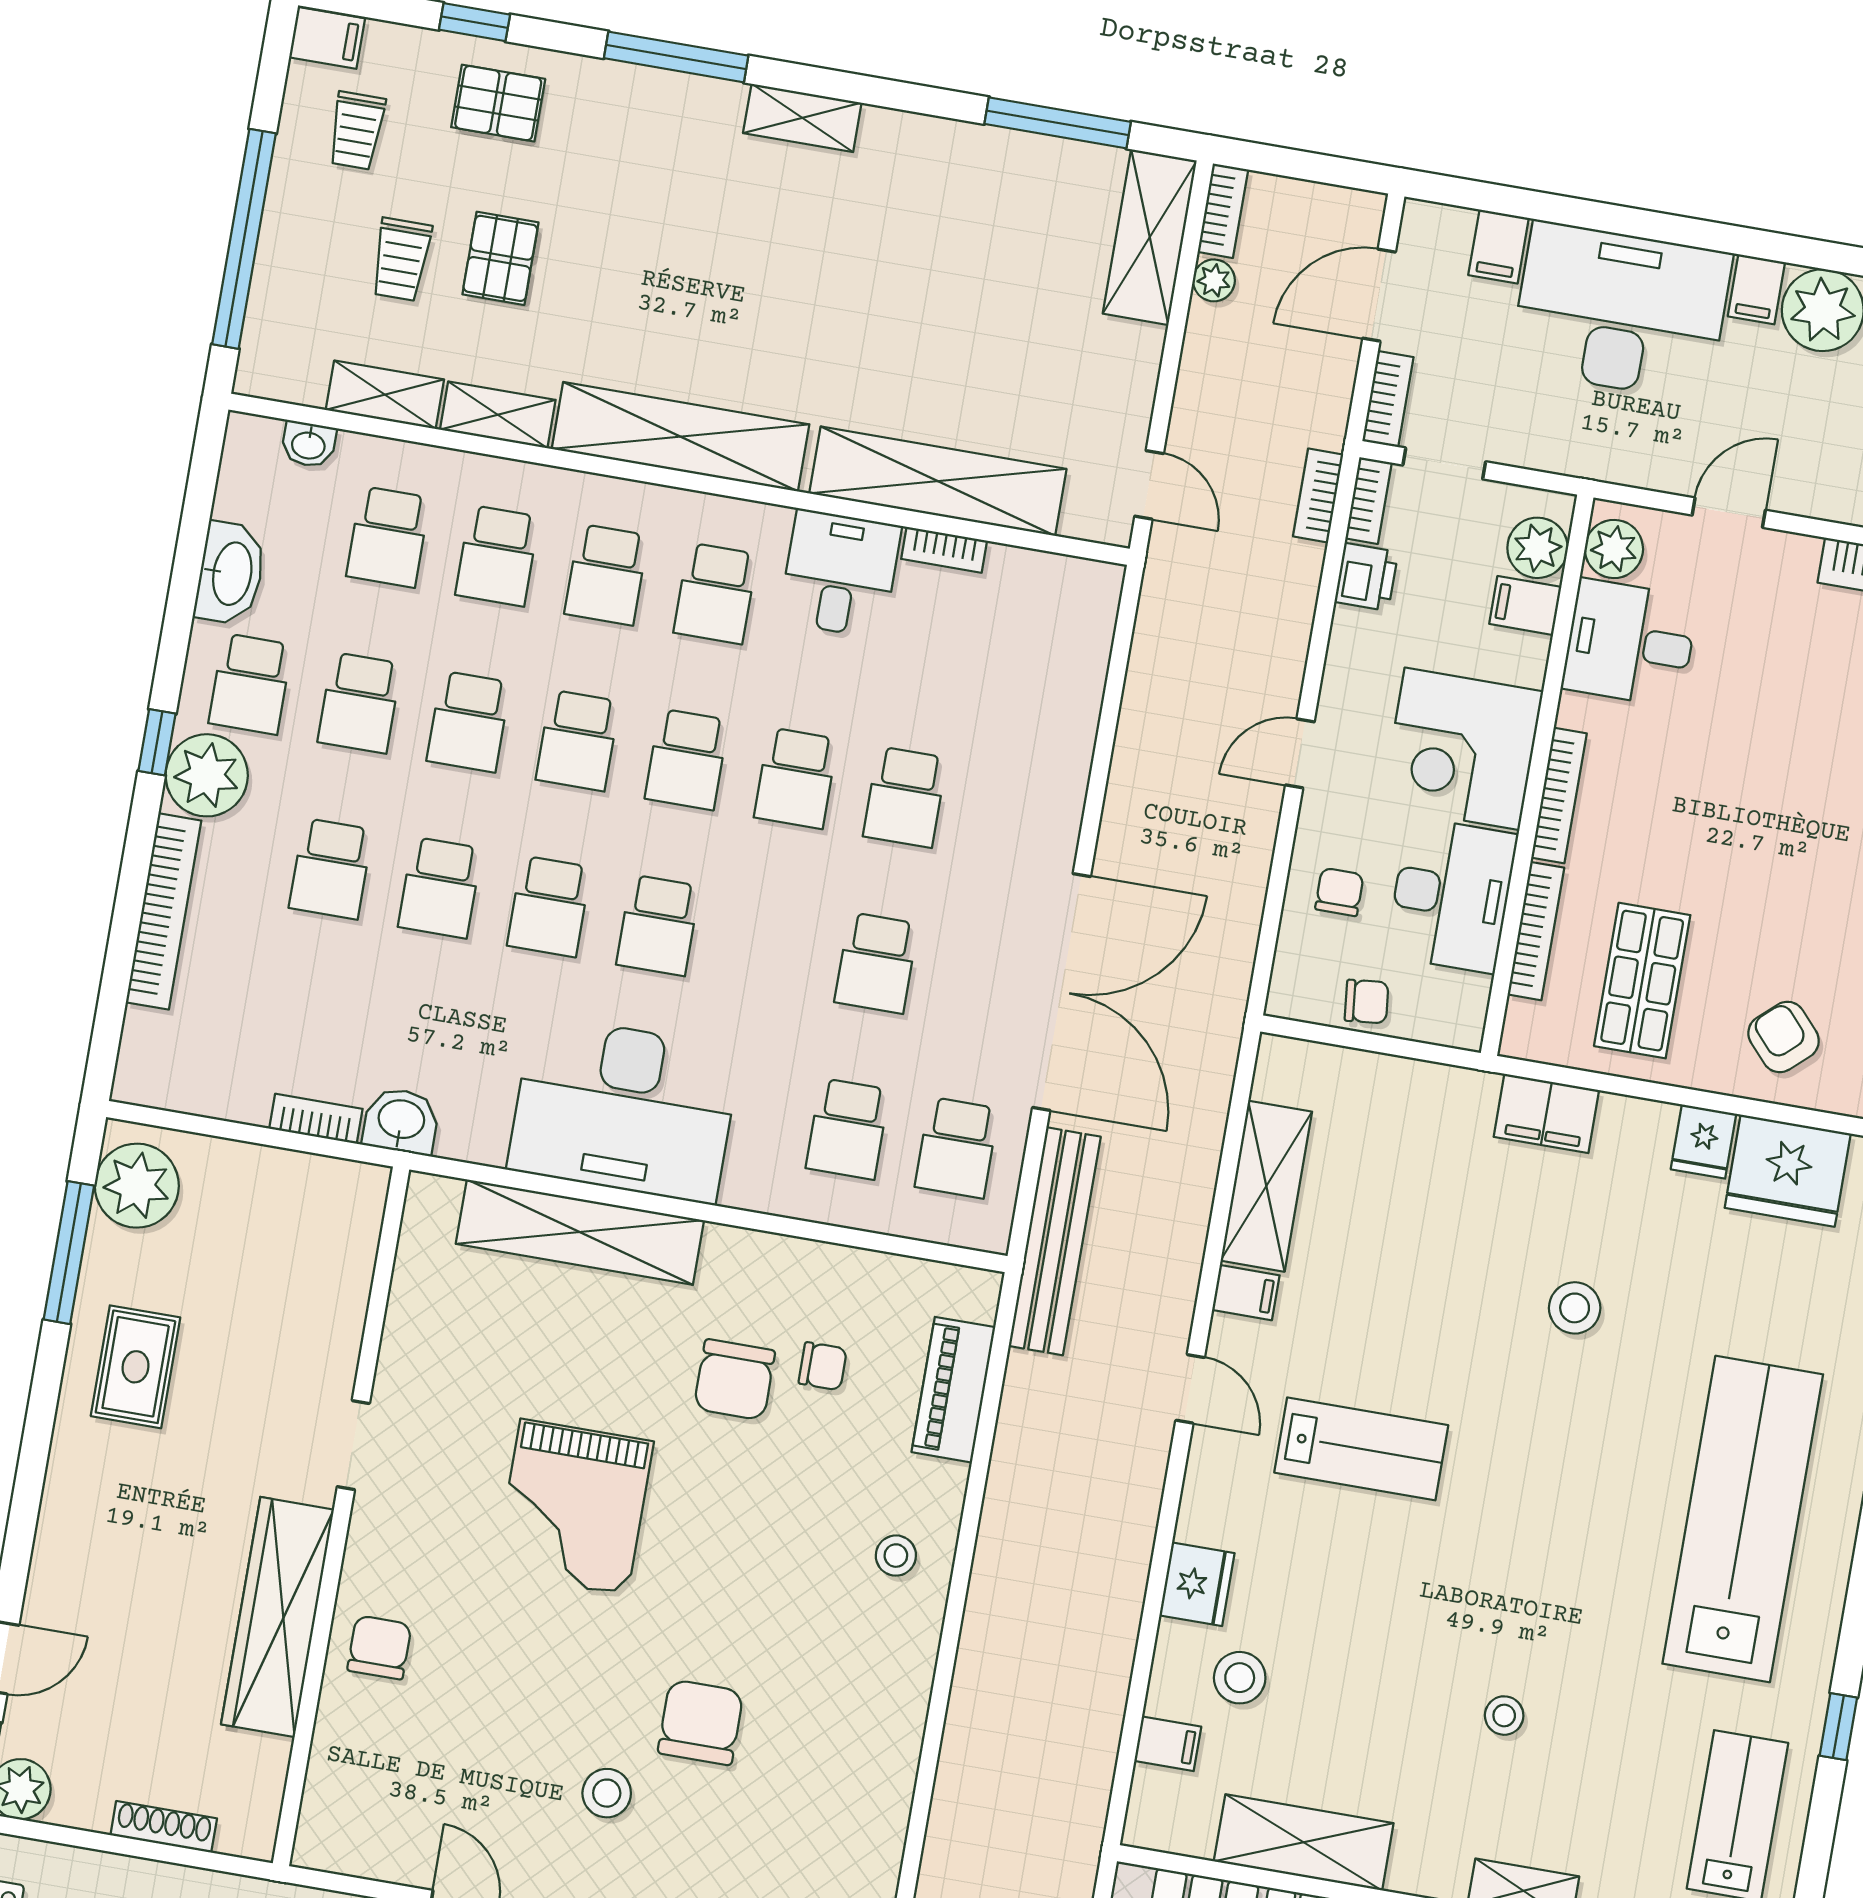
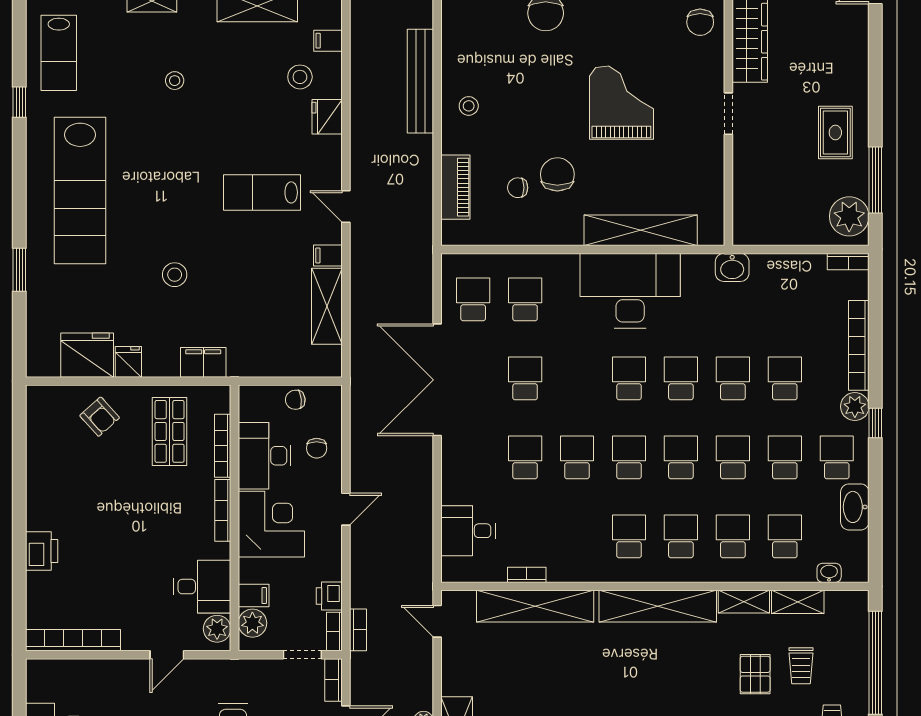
trolley: (401, 259) -> (801, 666), turned 180
desk: (840, 574) -> (468, 531), moved, turned 90
plant: (207, 775) -> (855, 407), width x0.73, depth x0.73
bookcase: (316, 1119) -> (848, 262), moved
bench: (1055, 1241) -> (420, 81), moved

